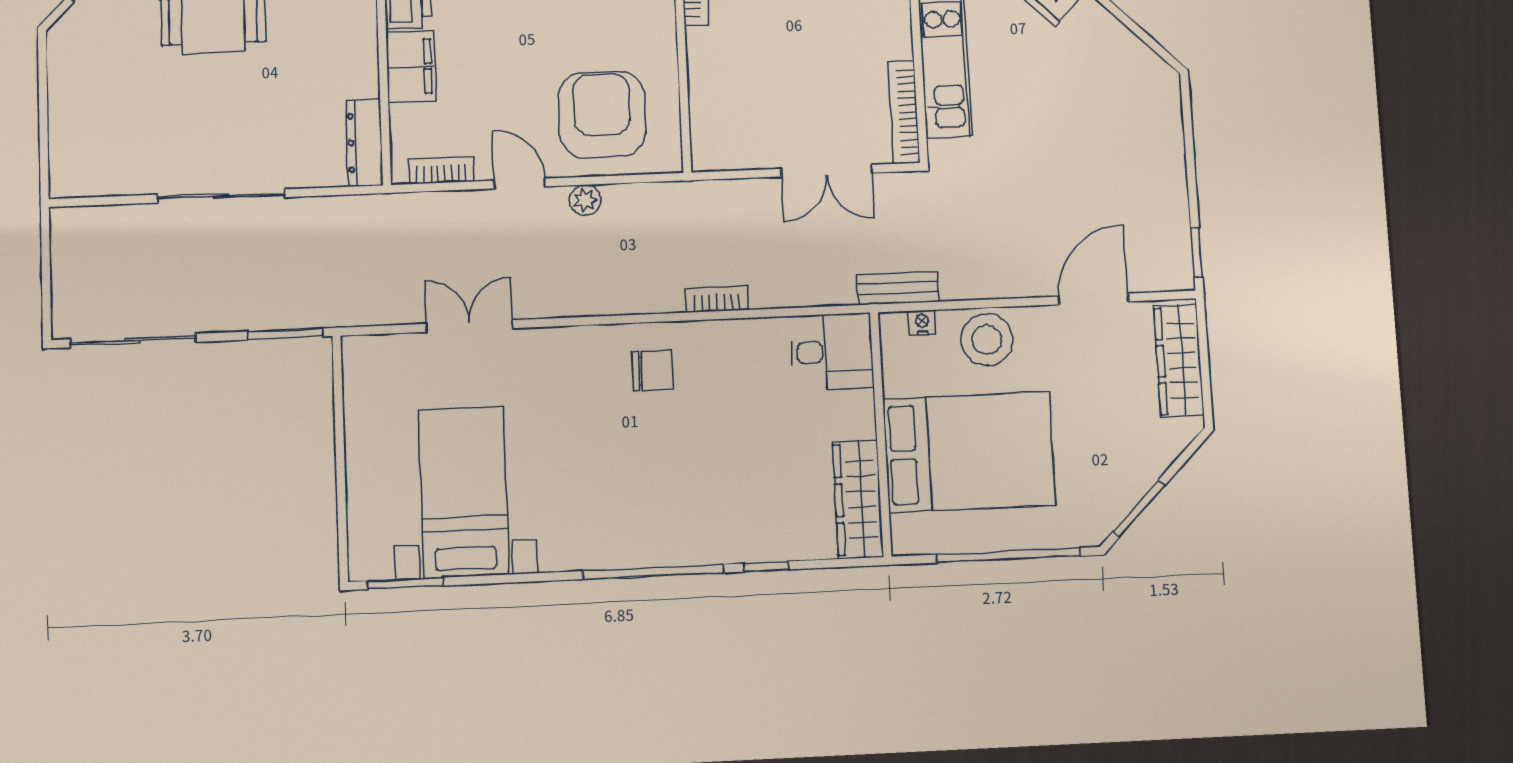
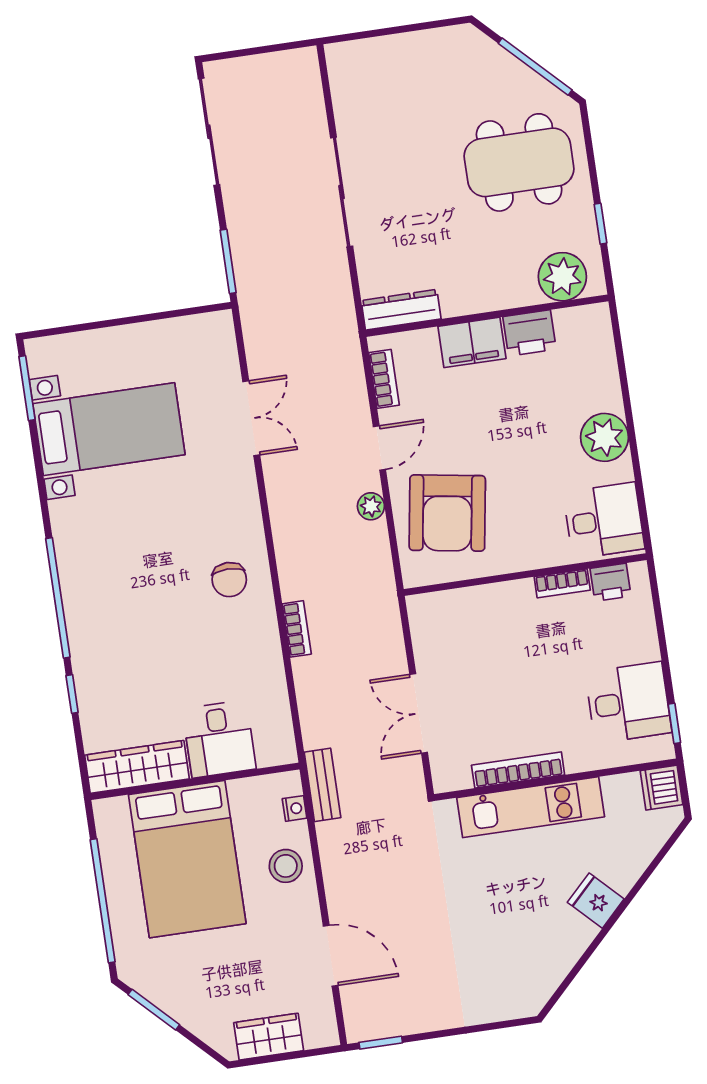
bookcase: (904, 112) -> (518, 770), moved
armchair: (602, 115) -> (447, 513), turned 99
stool: (987, 340) -> (286, 866), width x0.73, depth x0.73
desk: (832, 352) -> (219, 739), moved
wardrobe: (1179, 361) -> (269, 1037), width x0.67

